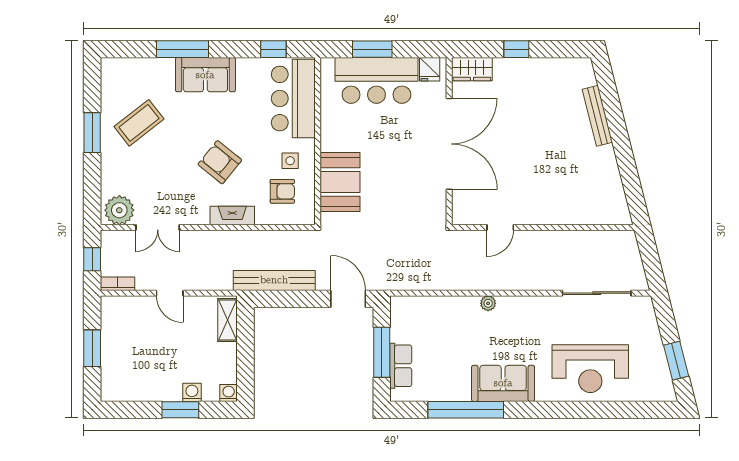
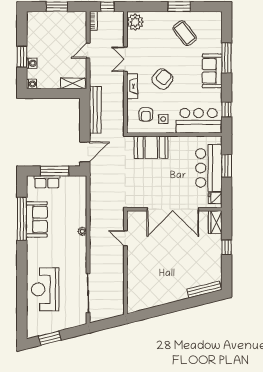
bench: (597, 116) -> (204, 289), moved
double door: (158, 227) -> (125, 59), moved
sofa: (503, 383) -> (37, 219), moved

